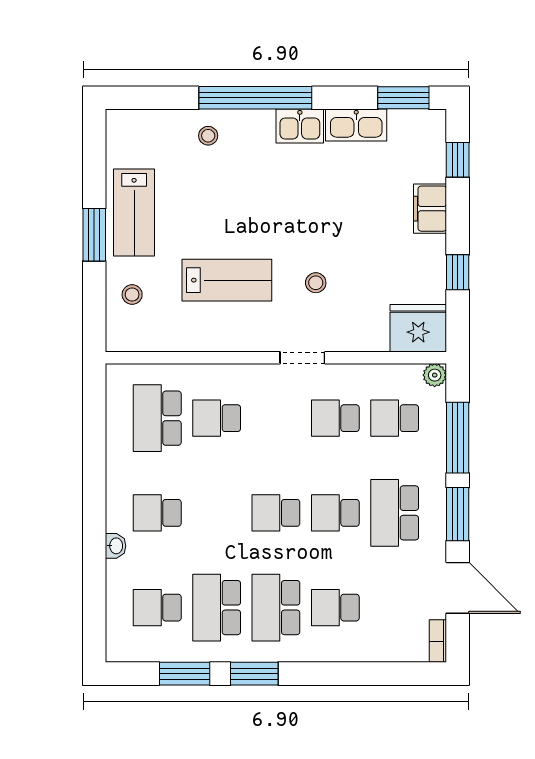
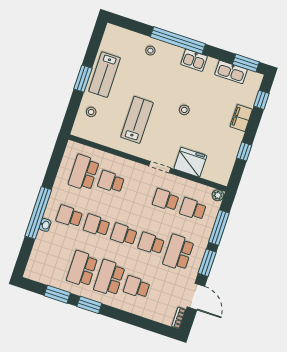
kitchen sink: (356, 125) -> (231, 72), moved
lab bench: (227, 280) -> (137, 120), turned -90
stool: (316, 283) -> (184, 110), moved
fridge: (418, 328) -> (190, 162), moved
window: (94, 527) -> (38, 213), added
school desk: (157, 608) -> (97, 225), moved

